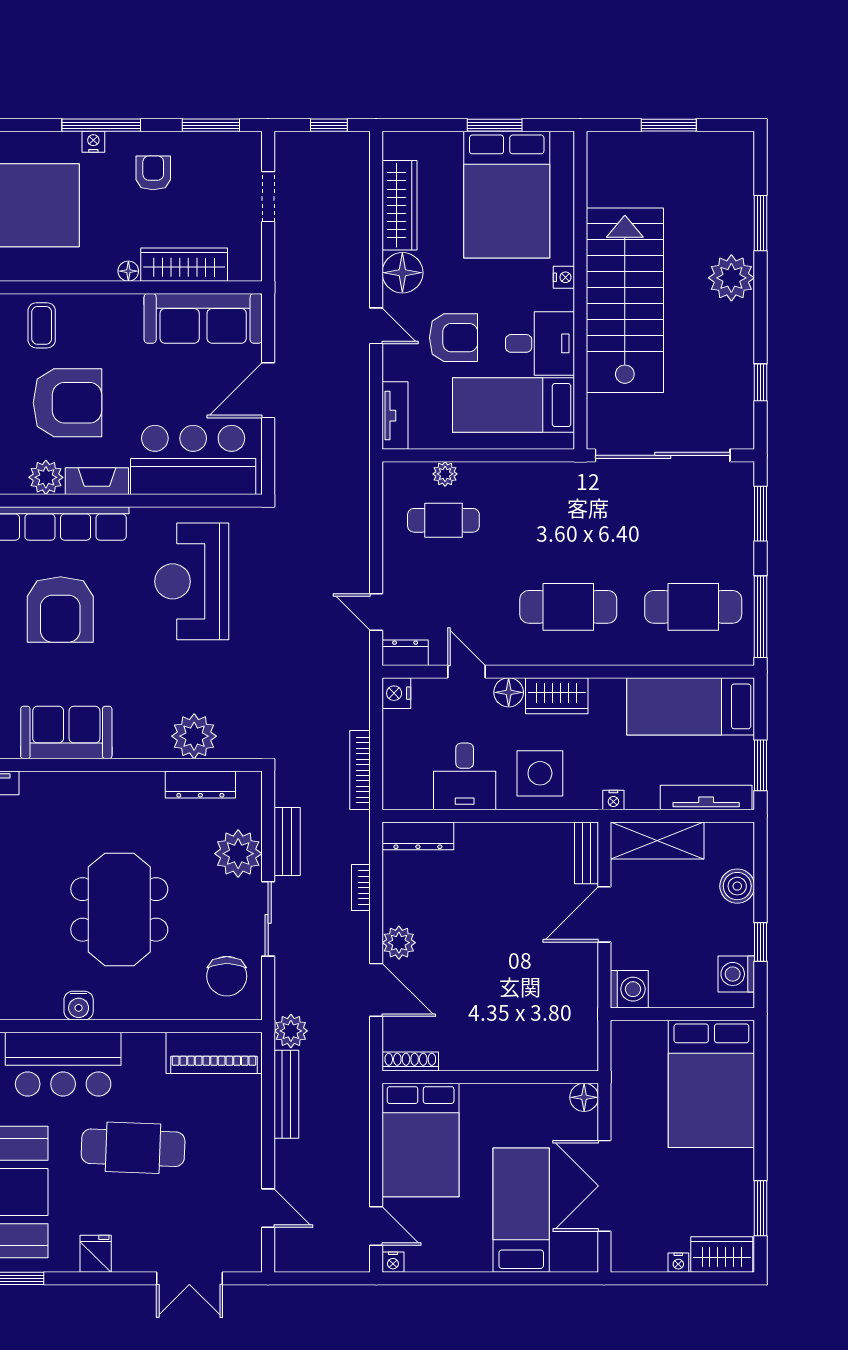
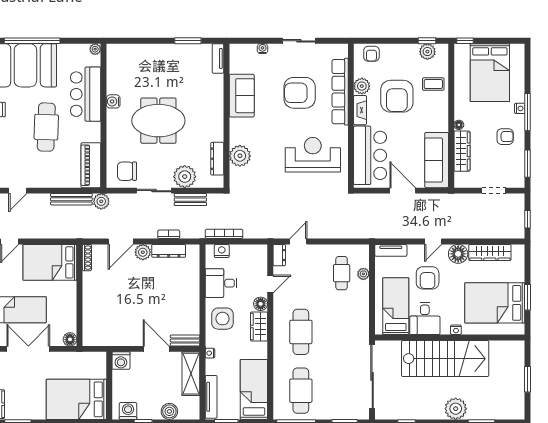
nightstand: (396, 693) -> (222, 251), moved
dresser: (418, 836) -> (169, 251), moved, turned -90

